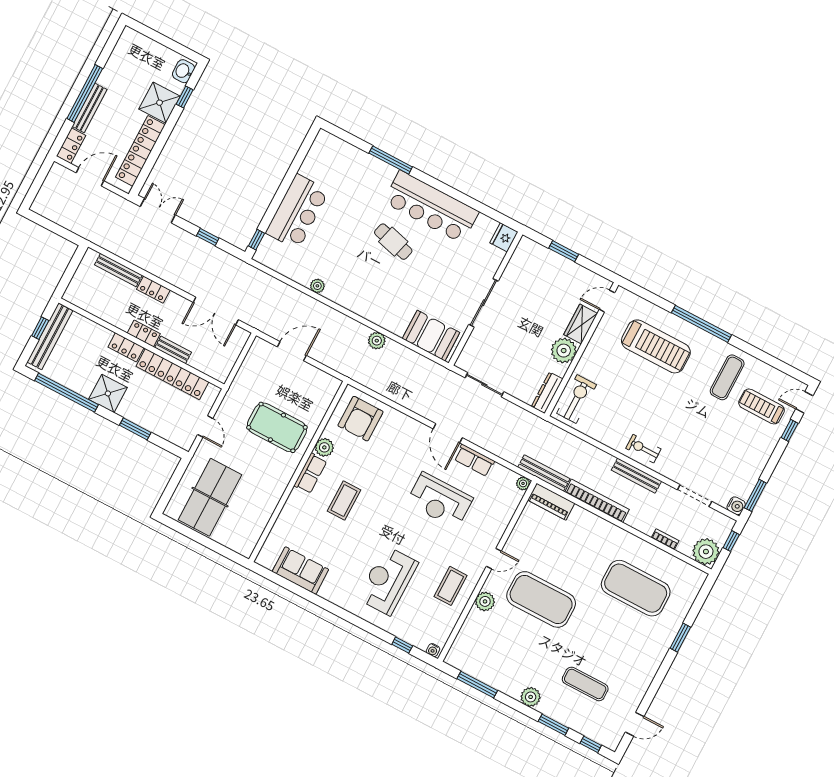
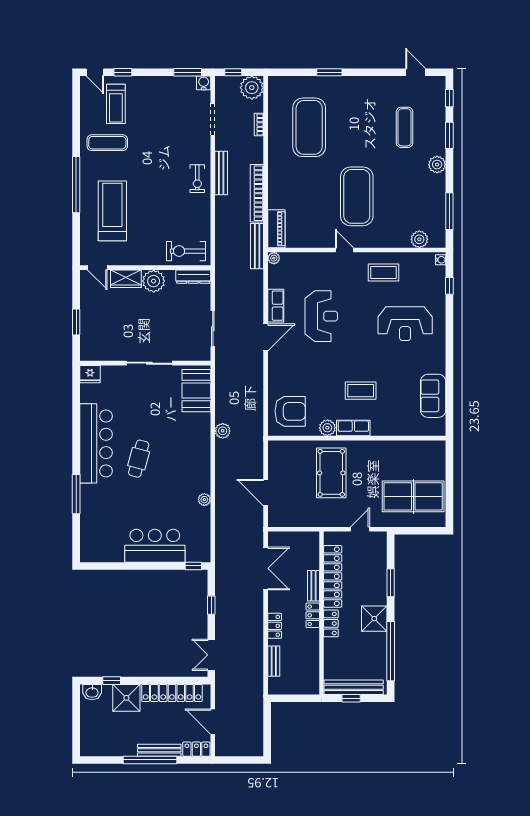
bench: (118, 270) -> (274, 661), width x0.73
plant: (485, 601) -> (419, 239), moved

